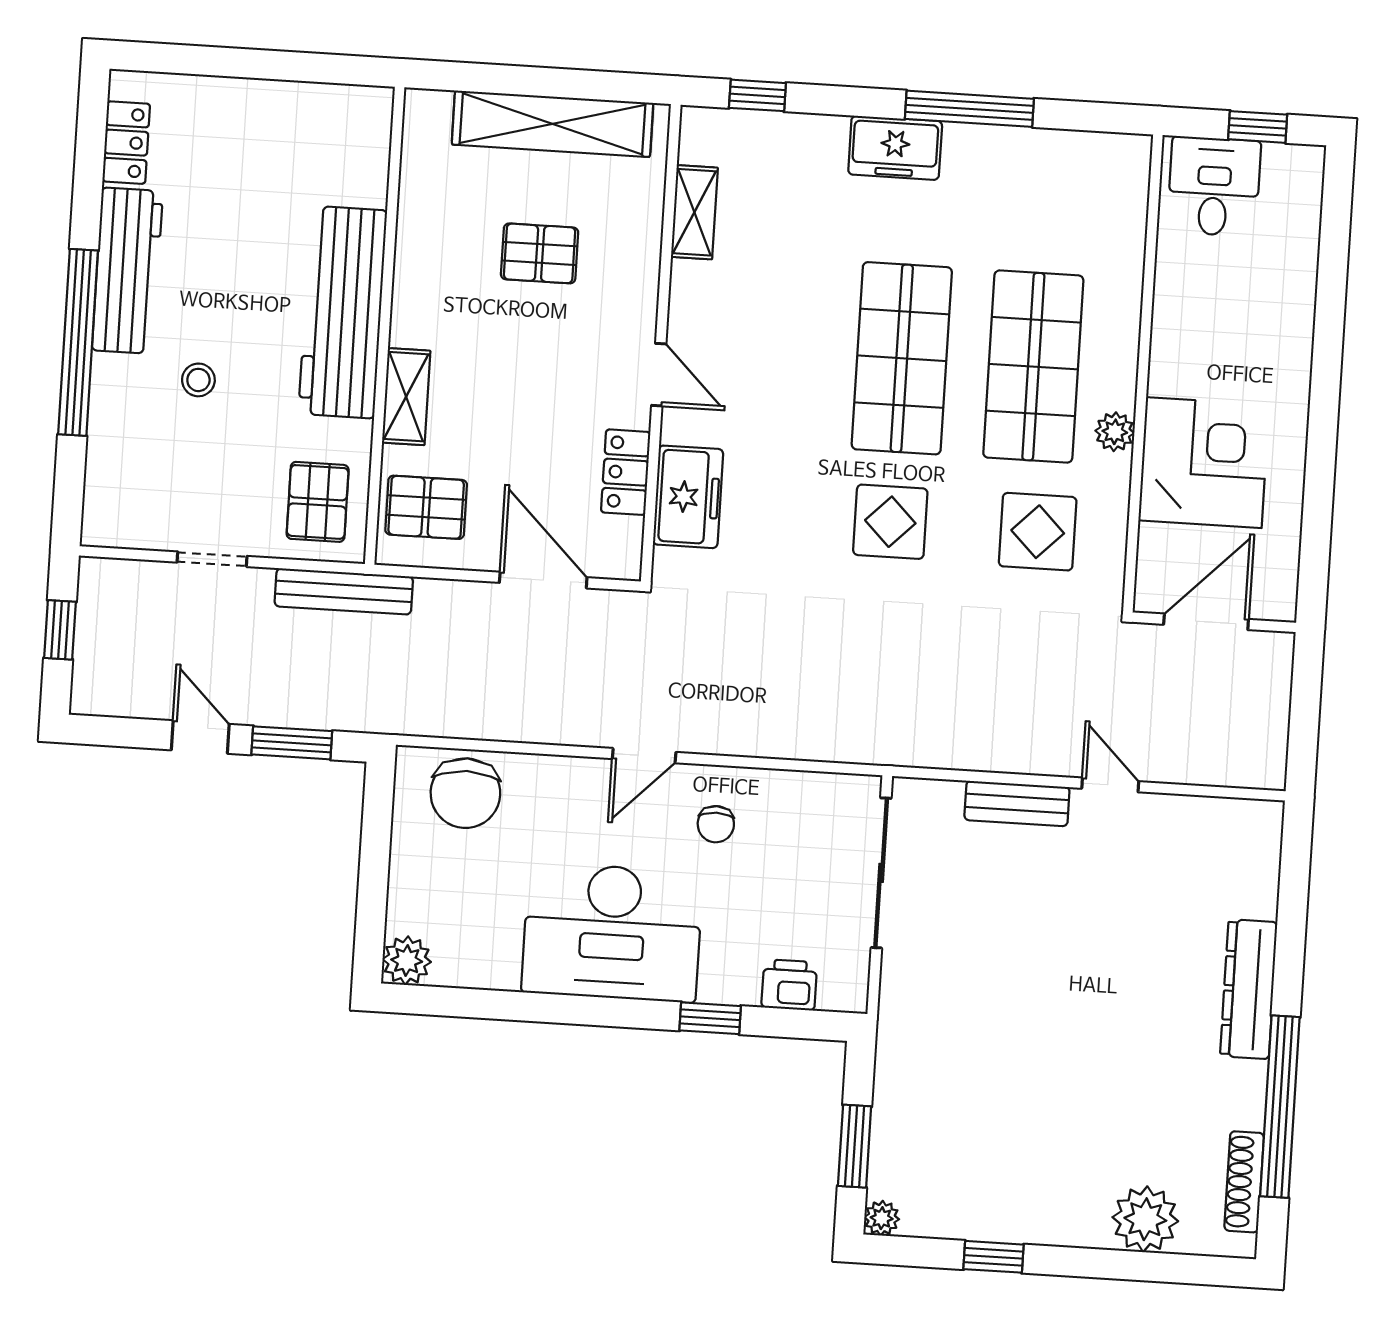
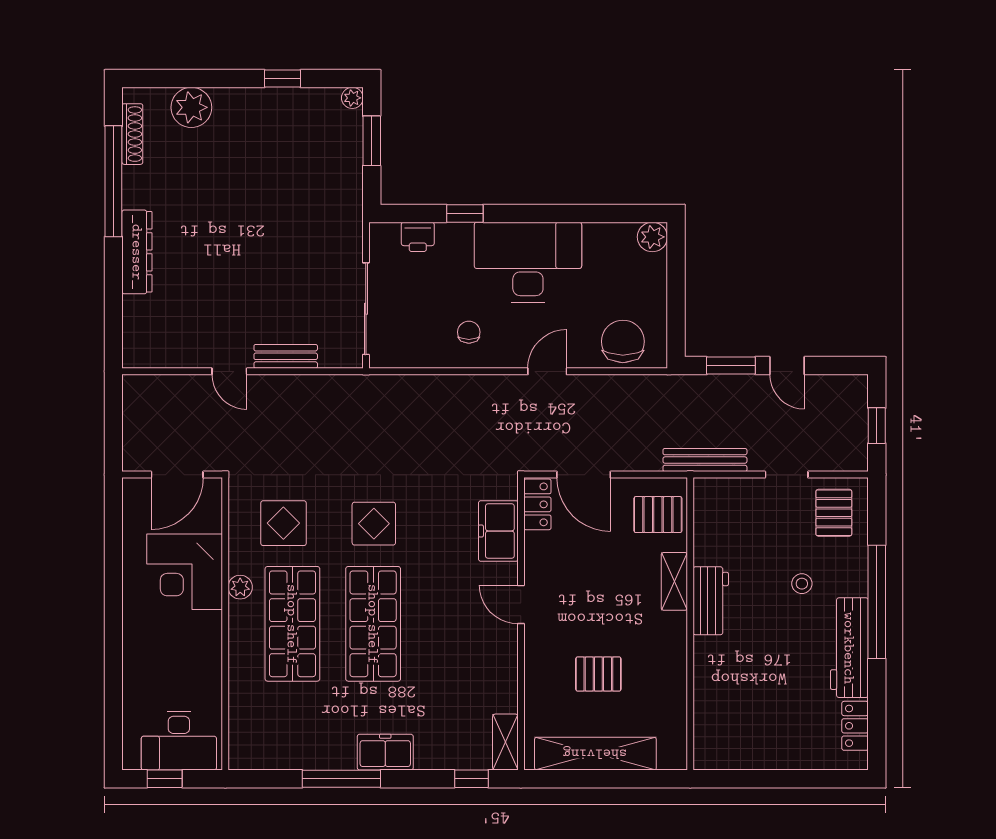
desk: (1214, 186) -> (179, 741), width x1.37
shelving: (694, 212) -> (505, 742), moved
workbench: (343, 312) -> (711, 601), width x0.53, depth x0.76
locker: (626, 472) -> (537, 504), moved
pallet: (318, 502) -> (834, 513), moved
door: (644, 756) -> (547, 371), moved

